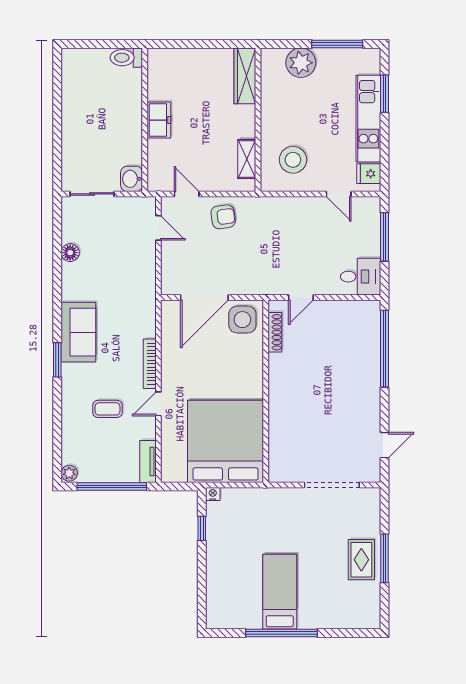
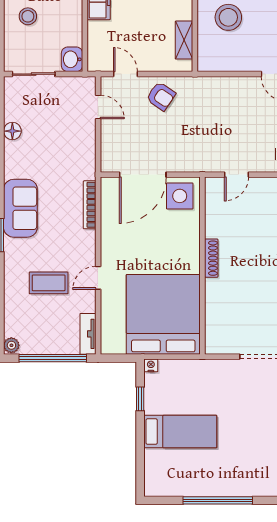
stool: (86, 135) -> (28, 16), added
stool: (293, 160) -> (228, 17), moved
armchair: (223, 217) -> (161, 96), turned 42
shoe rack: (275, 332) -> (211, 258), moved
bookcase: (150, 364) -> (90, 205), moved
coffee table: (107, 409) -> (49, 283), width x1.36, depth x1.30
bed: (280, 592) -> (180, 432), moved, turned 90

